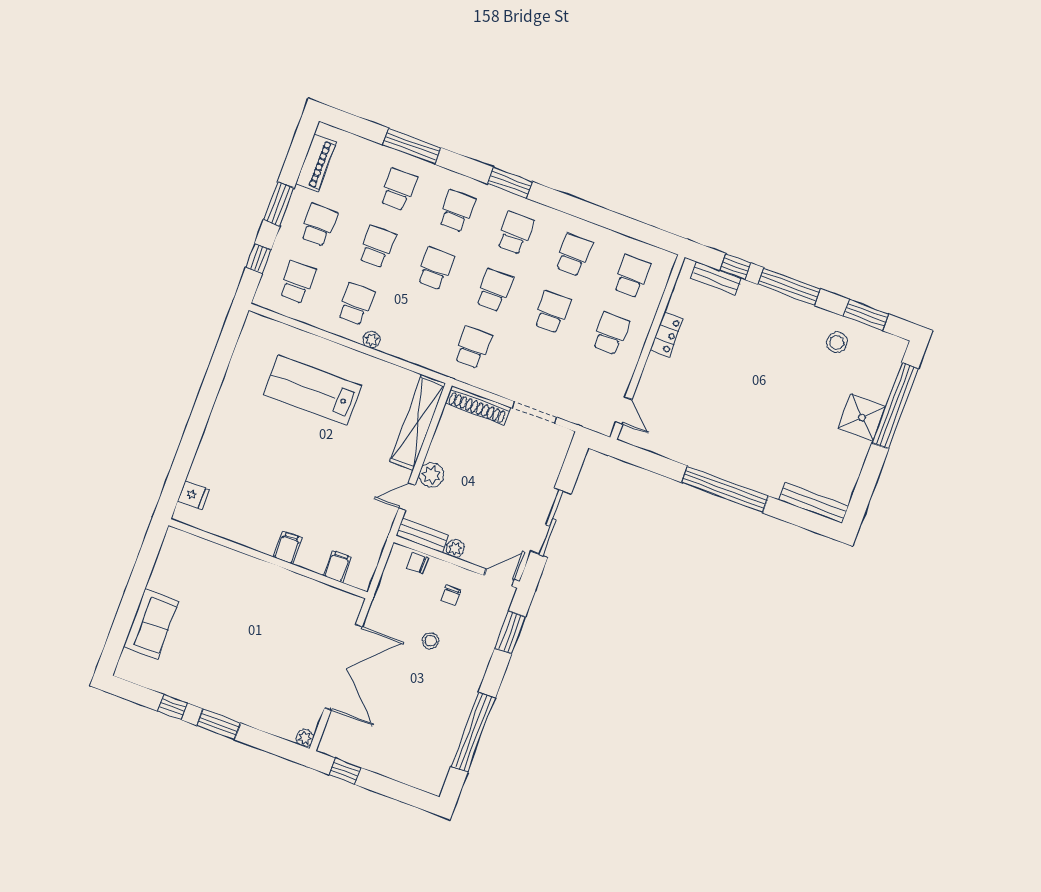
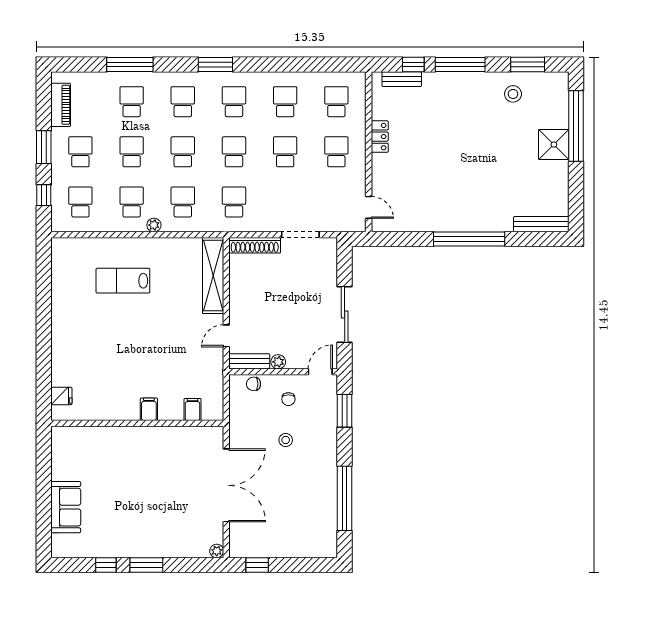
school desk: (414, 326) -> (183, 202), added
lab bench: (312, 390) -> (123, 281), width x0.73, depth x0.72
plant: (431, 475) -> (239, 312), removed

